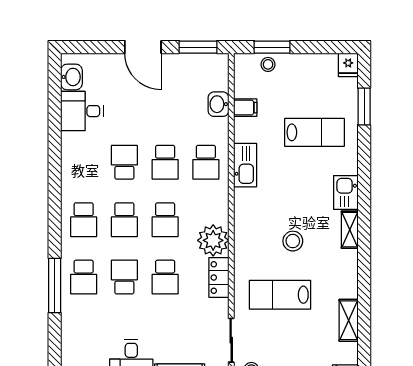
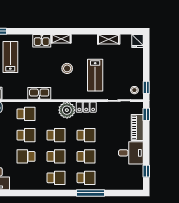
kitchen sink: (245, 165) -> (39, 93), moved
school desk: (124, 277) -> (86, 156), turned 180

